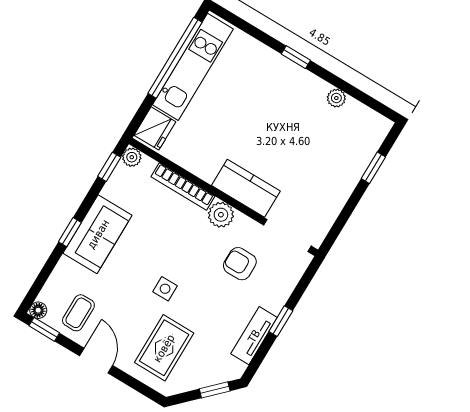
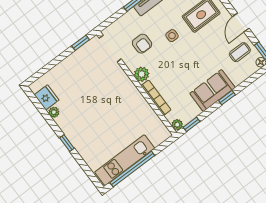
fridge: (155, 128) -> (47, 97), moved, turned 90
window: (373, 168) -> (81, 43), moved
kitchen counter: (246, 188) -> (122, 83), removed
side table: (165, 289) -> (172, 36), moved

